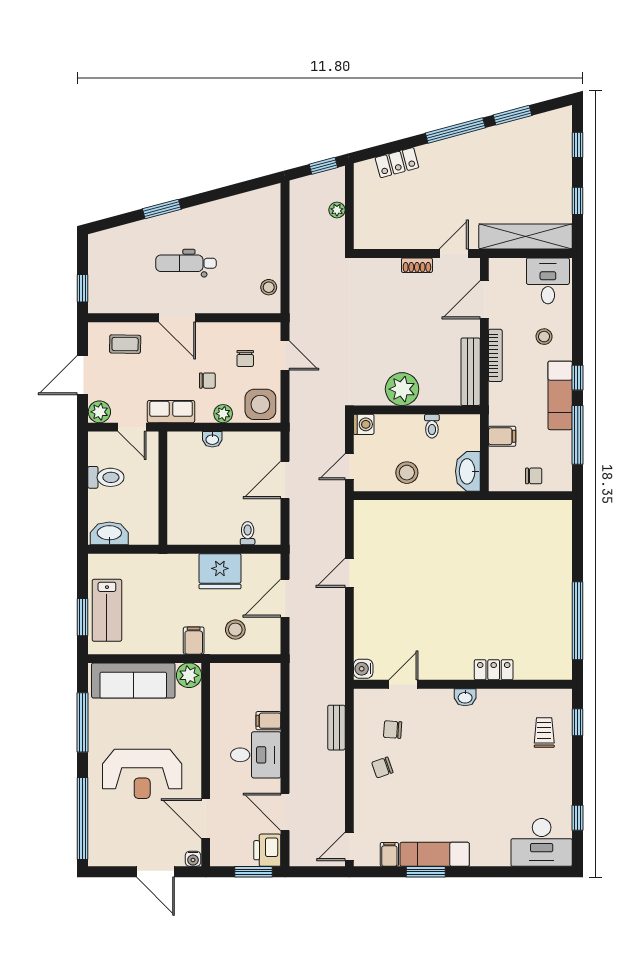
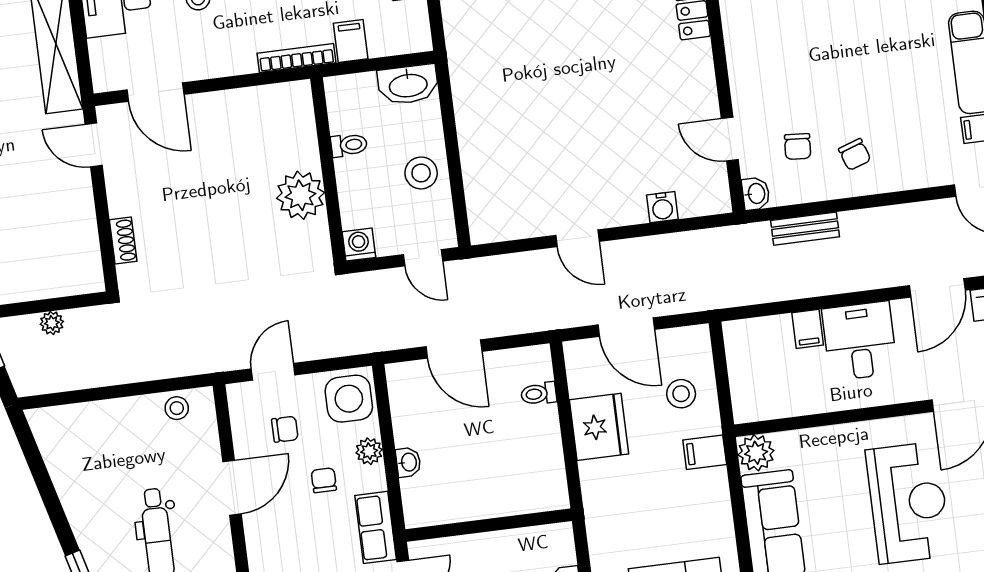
shoe rack: (417, 265) -> (123, 241), moved
door: (177, 318) -> (232, 488), moved
bookcase: (495, 355) -> (297, 58), moved
bench: (471, 372) -> (263, 99), removed
water cooler: (363, 669) -> (662, 207), moved
washbasin: (465, 697) -> (756, 194), moved

